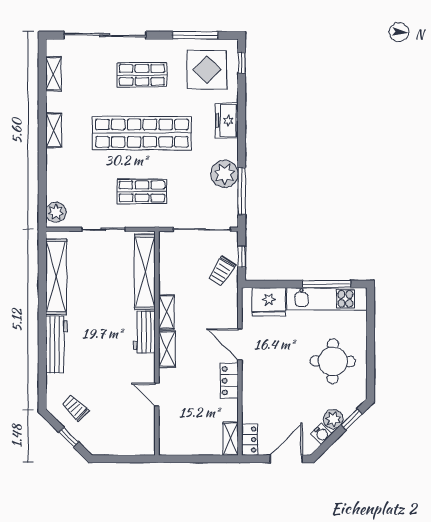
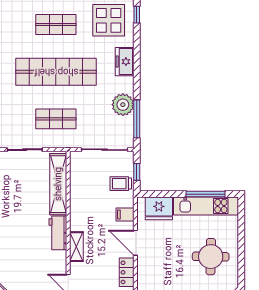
trolley: (222, 271) -> (121, 184), turned 58
filing cabinet: (227, 309) -> (125, 214), added
shelving: (166, 312) -> (76, 217), removed

